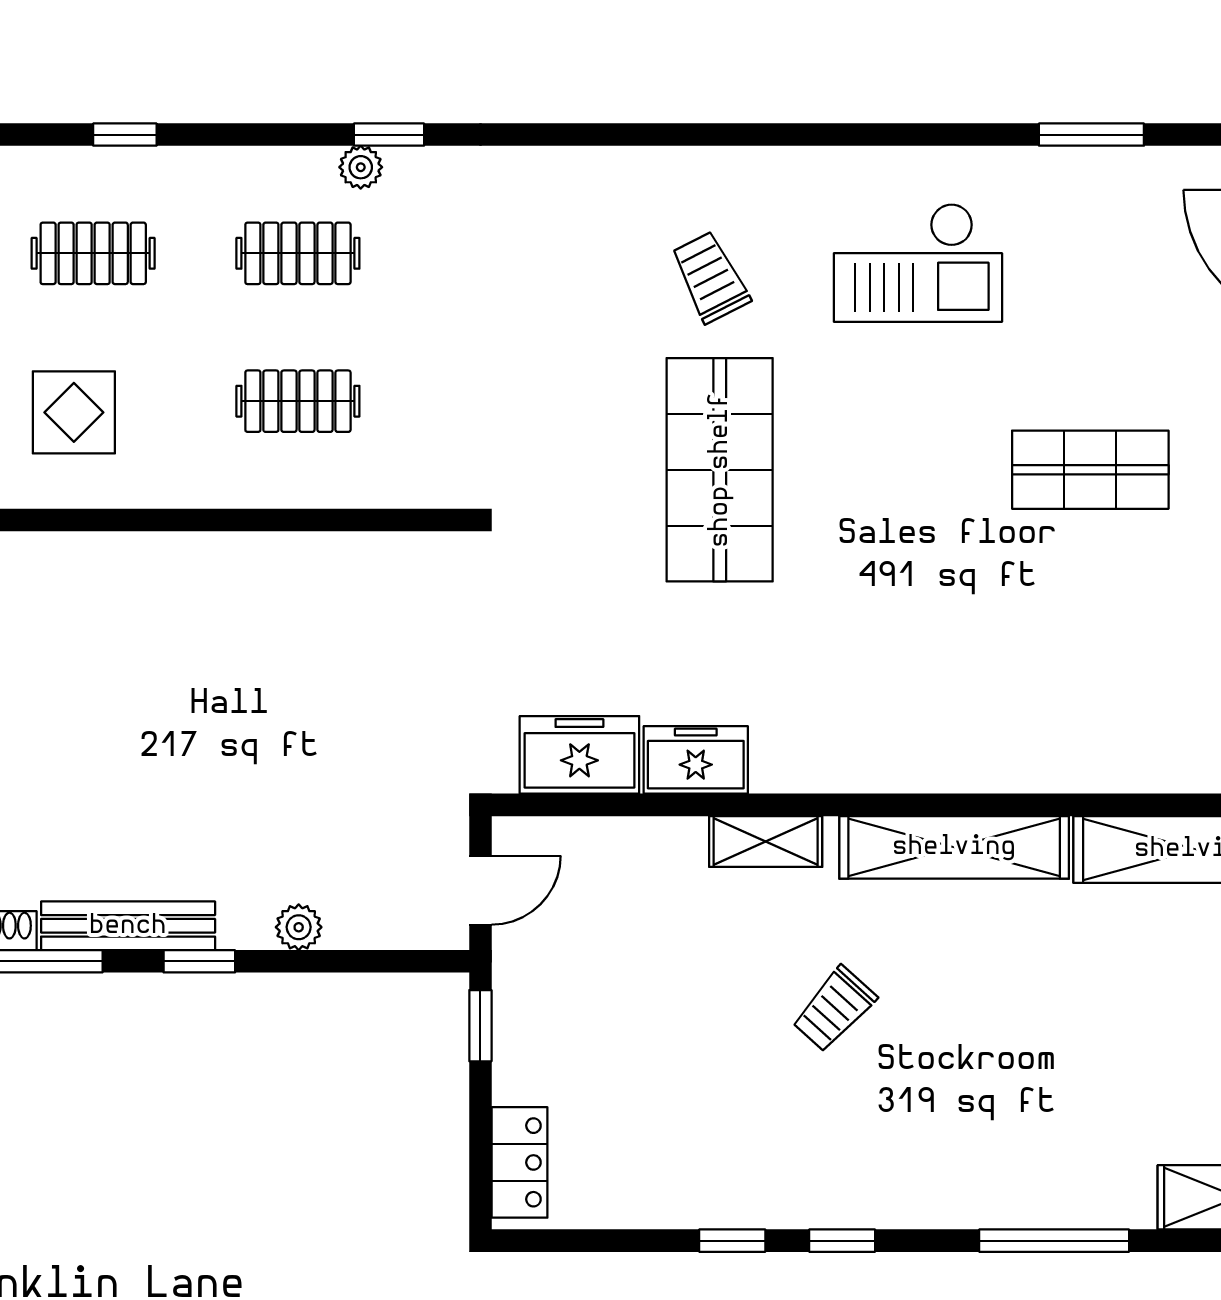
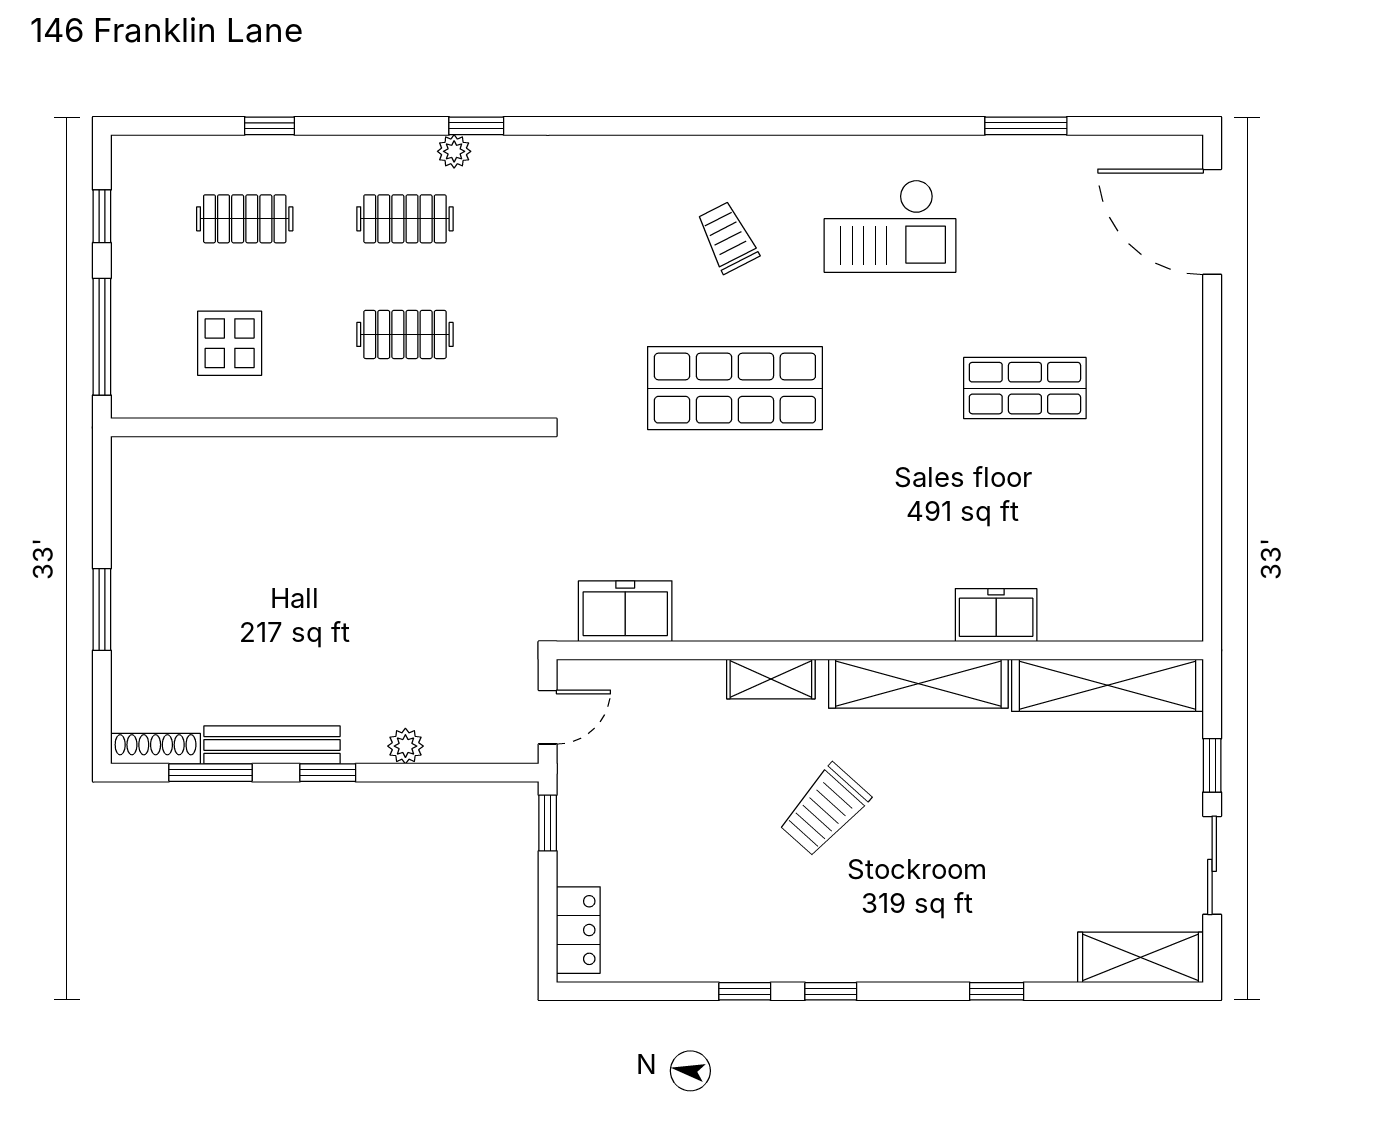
shop shelf: (720, 470) -> (735, 388), turned 90
freezer: (696, 760) -> (996, 615), moved
trolley: (834, 1009) -> (825, 810), width x1.36, depth x1.39
window: (1054, 1241) -> (997, 991), width x0.46

